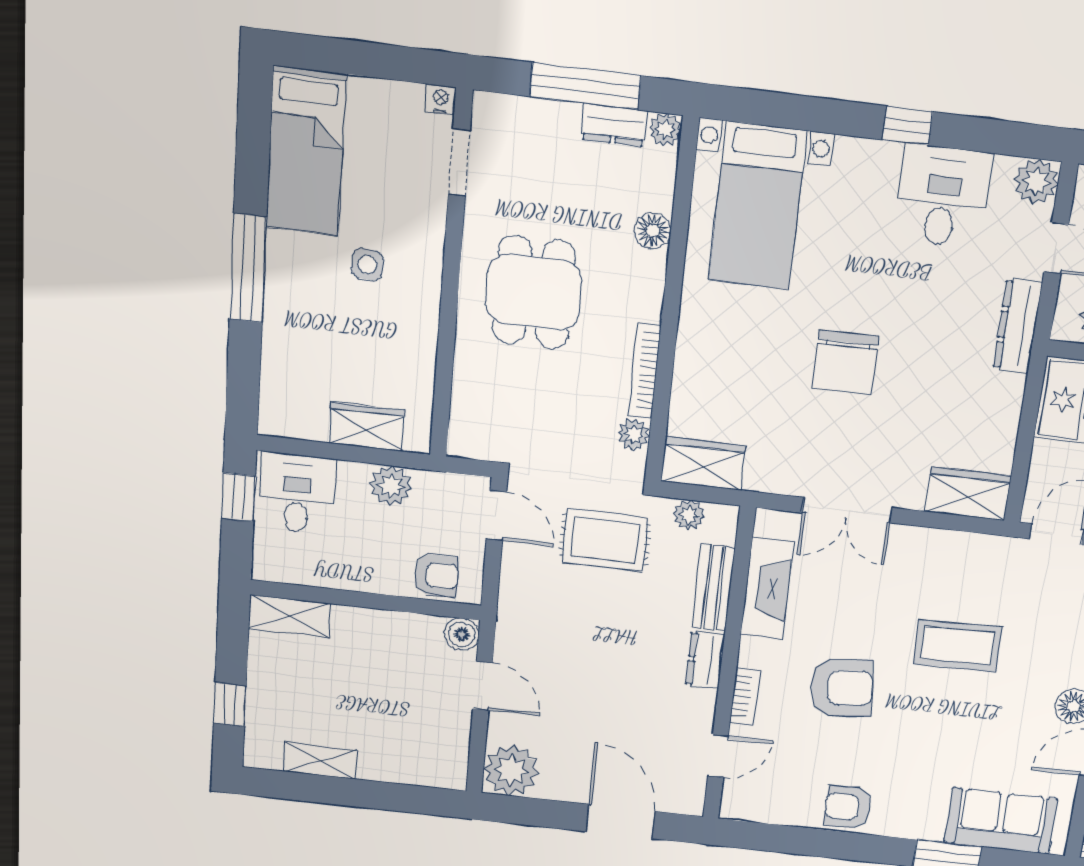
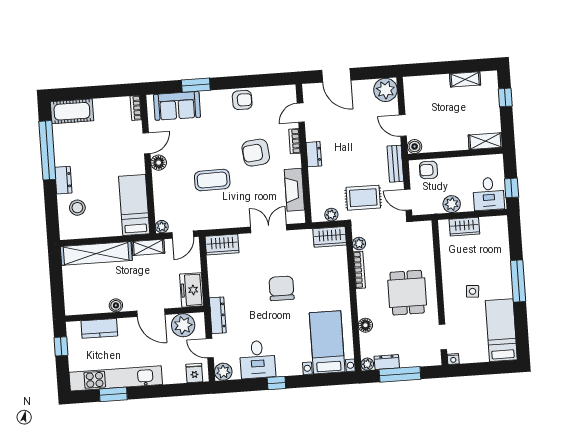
bench: (714, 588) -> (395, 164), moved

